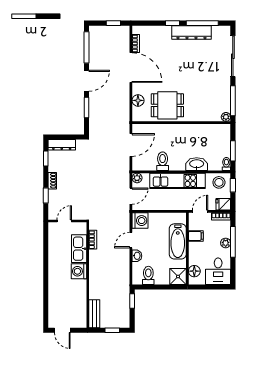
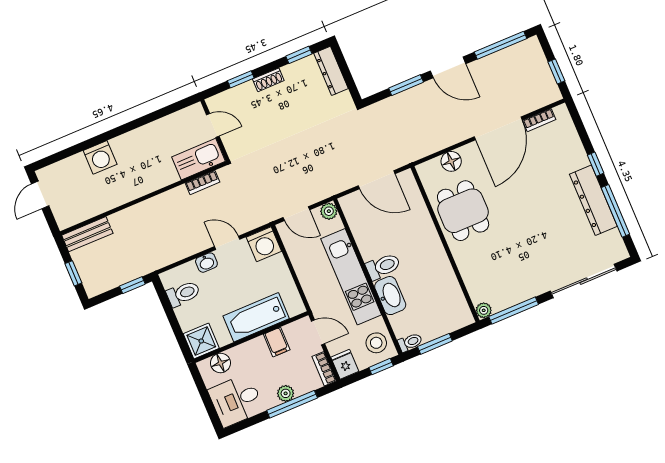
toilet: (163, 161) -> (383, 266), moved
kitchen sink: (79, 249) -> (199, 159), moved
washing machine: (79, 271) -> (100, 157), moved, turned 180

